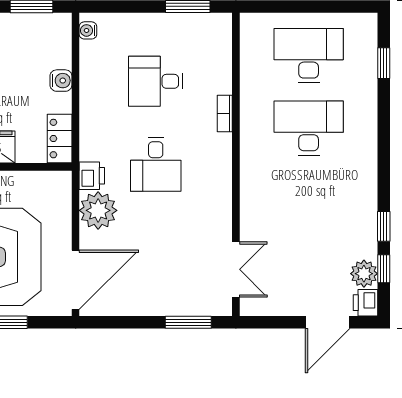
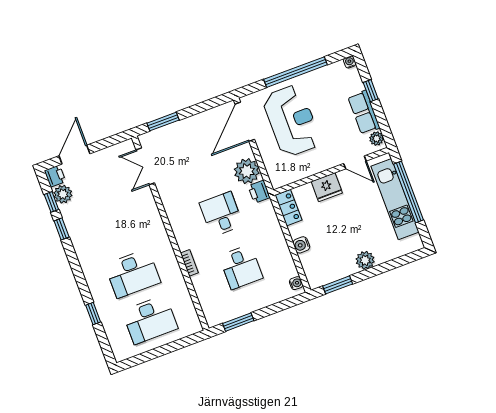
window: (384, 63) -> (93, 314), moved
desk: (156, 81) -> (241, 267), turned 90

